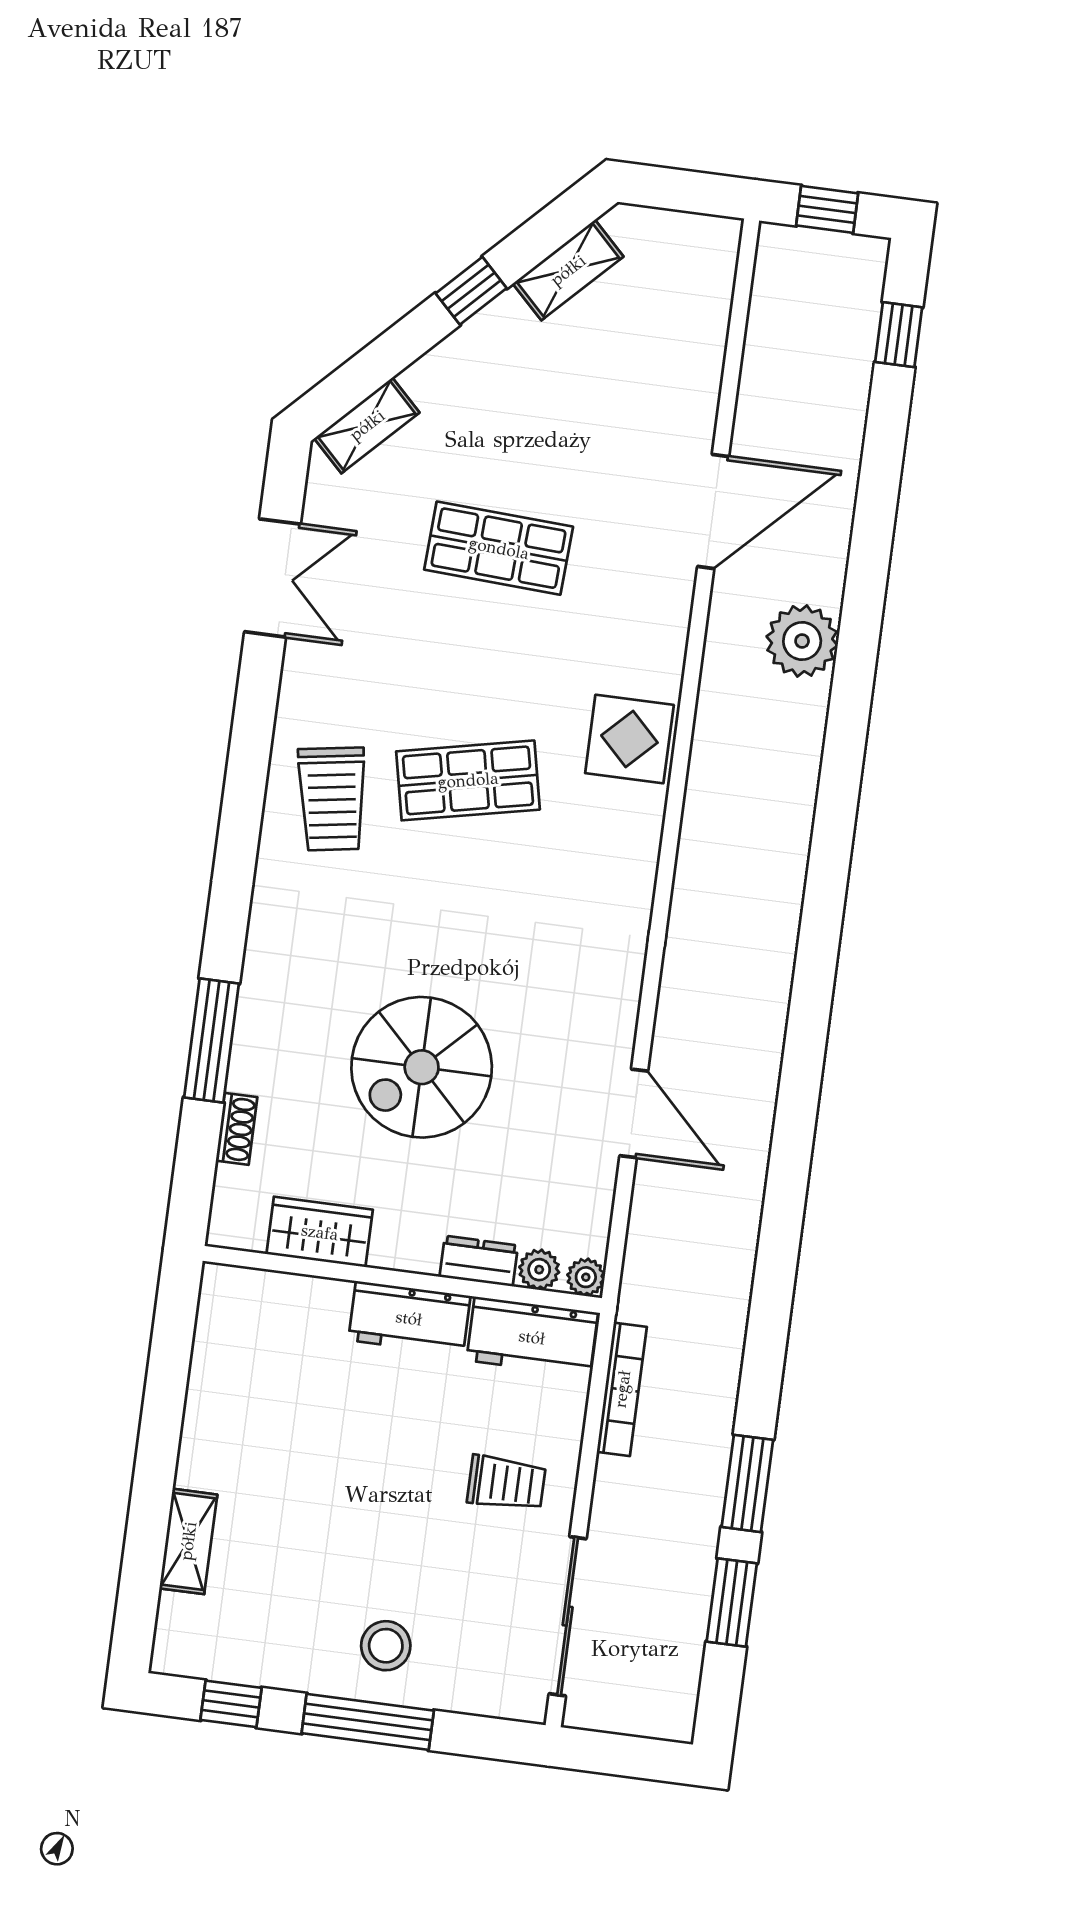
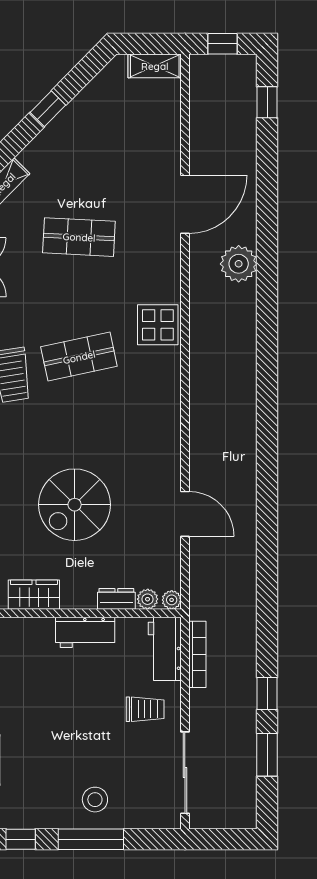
shelving: (568, 270) -> (155, 66), moved, turned 45
workbench: (532, 1337) -> (165, 649), moved, turned 90
window: (747, 1483) -> (267, 693), width x0.67

